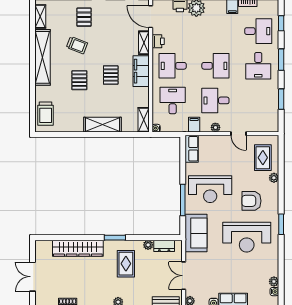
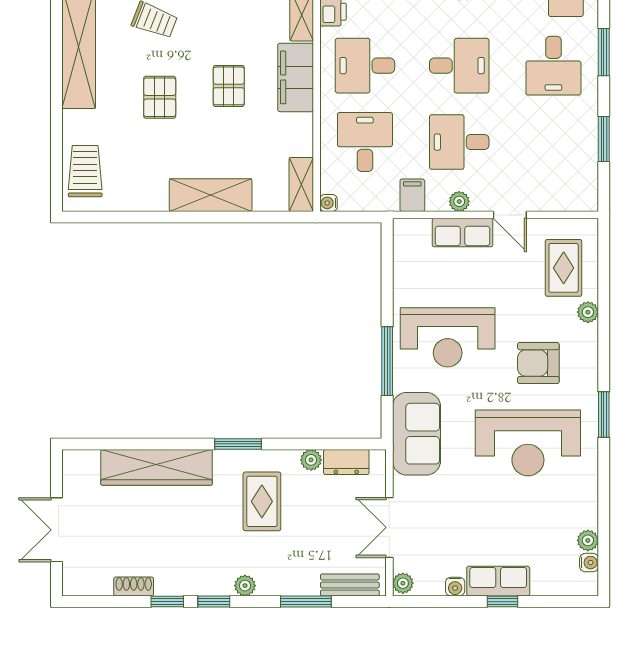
trolley: (46, 114) -> (85, 171), turned 180
row of seats: (192, 149) -> (462, 233), moved, turned 90

